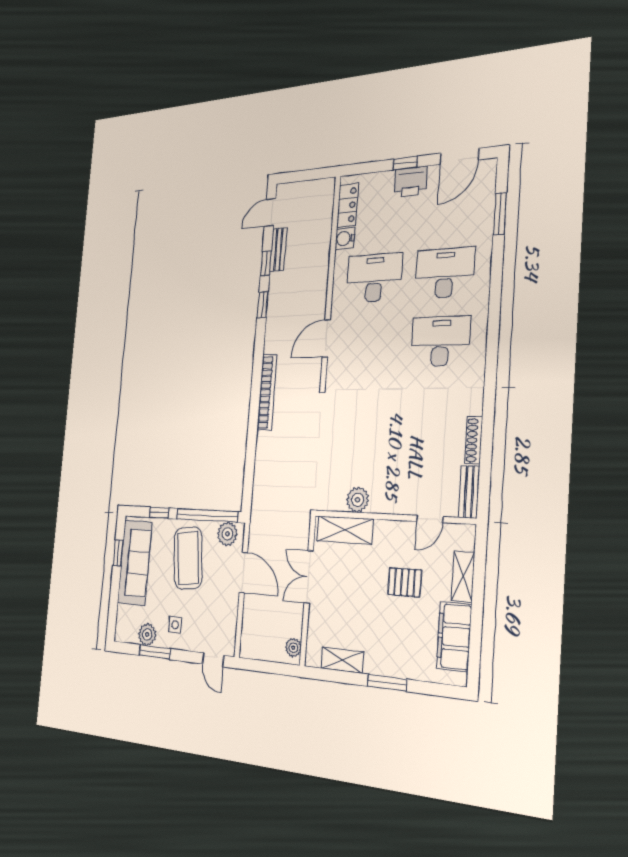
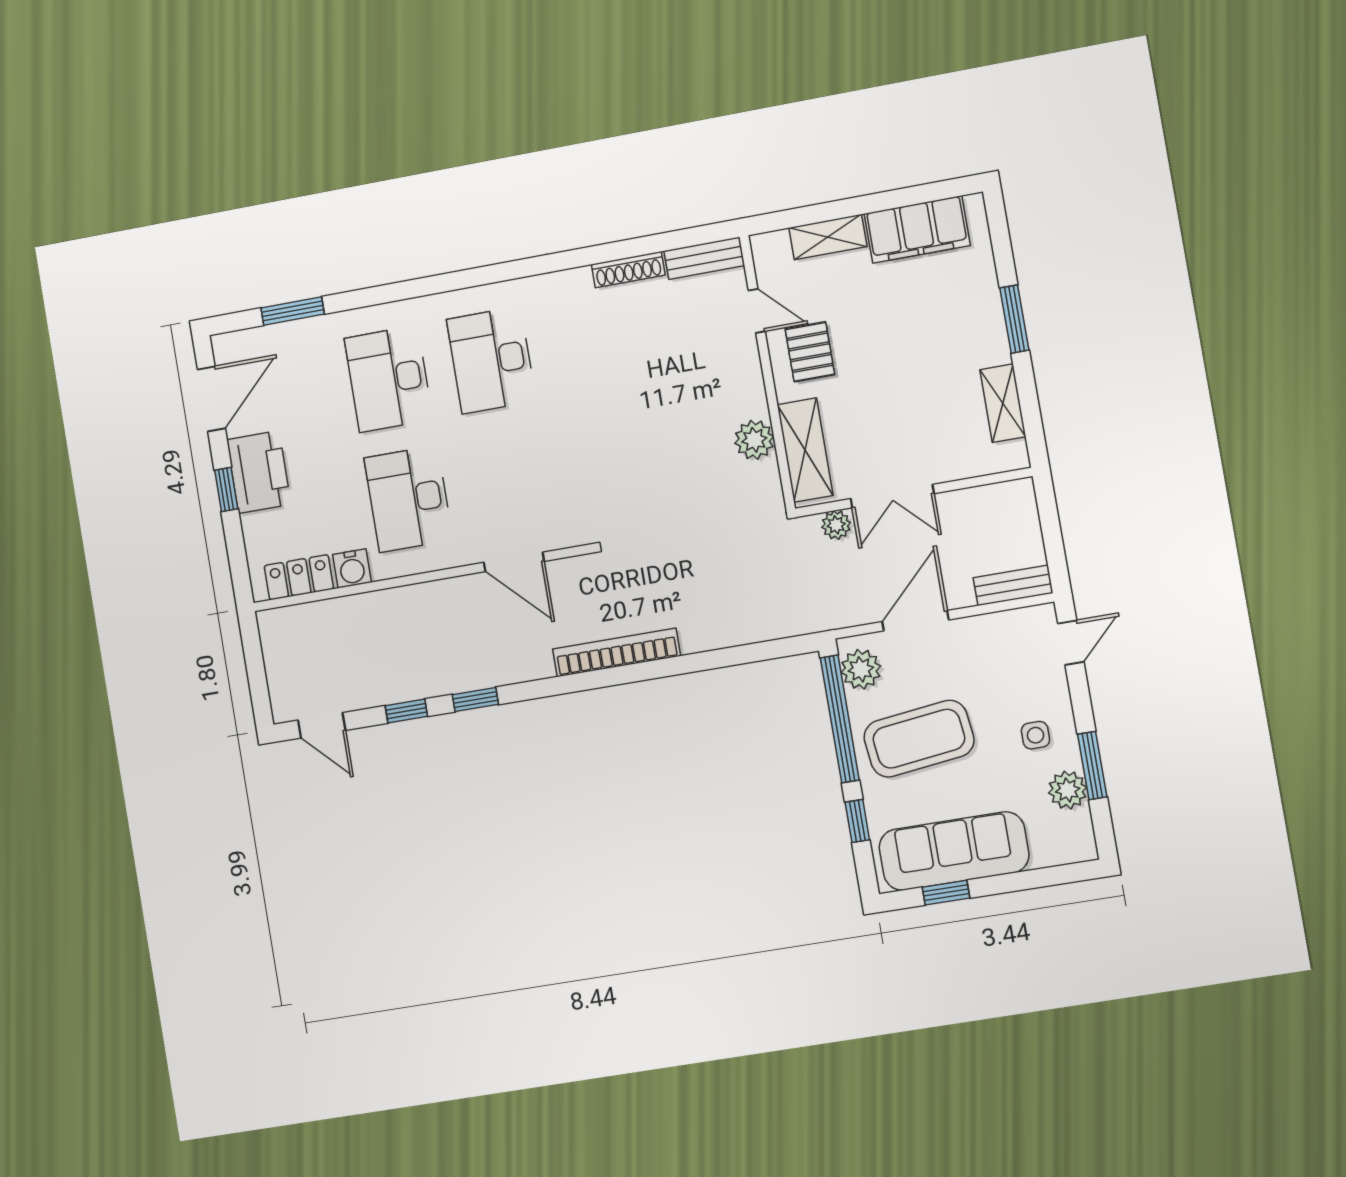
door: (459, 156) -> (211, 399), hinge flipped
printer: (411, 182) -> (259, 472), width x1.37, depth x1.19
bench: (278, 250) -> (1013, 585), moved
pallet: (405, 582) -> (810, 352), moved
plant: (293, 648) -> (836, 525), moved

